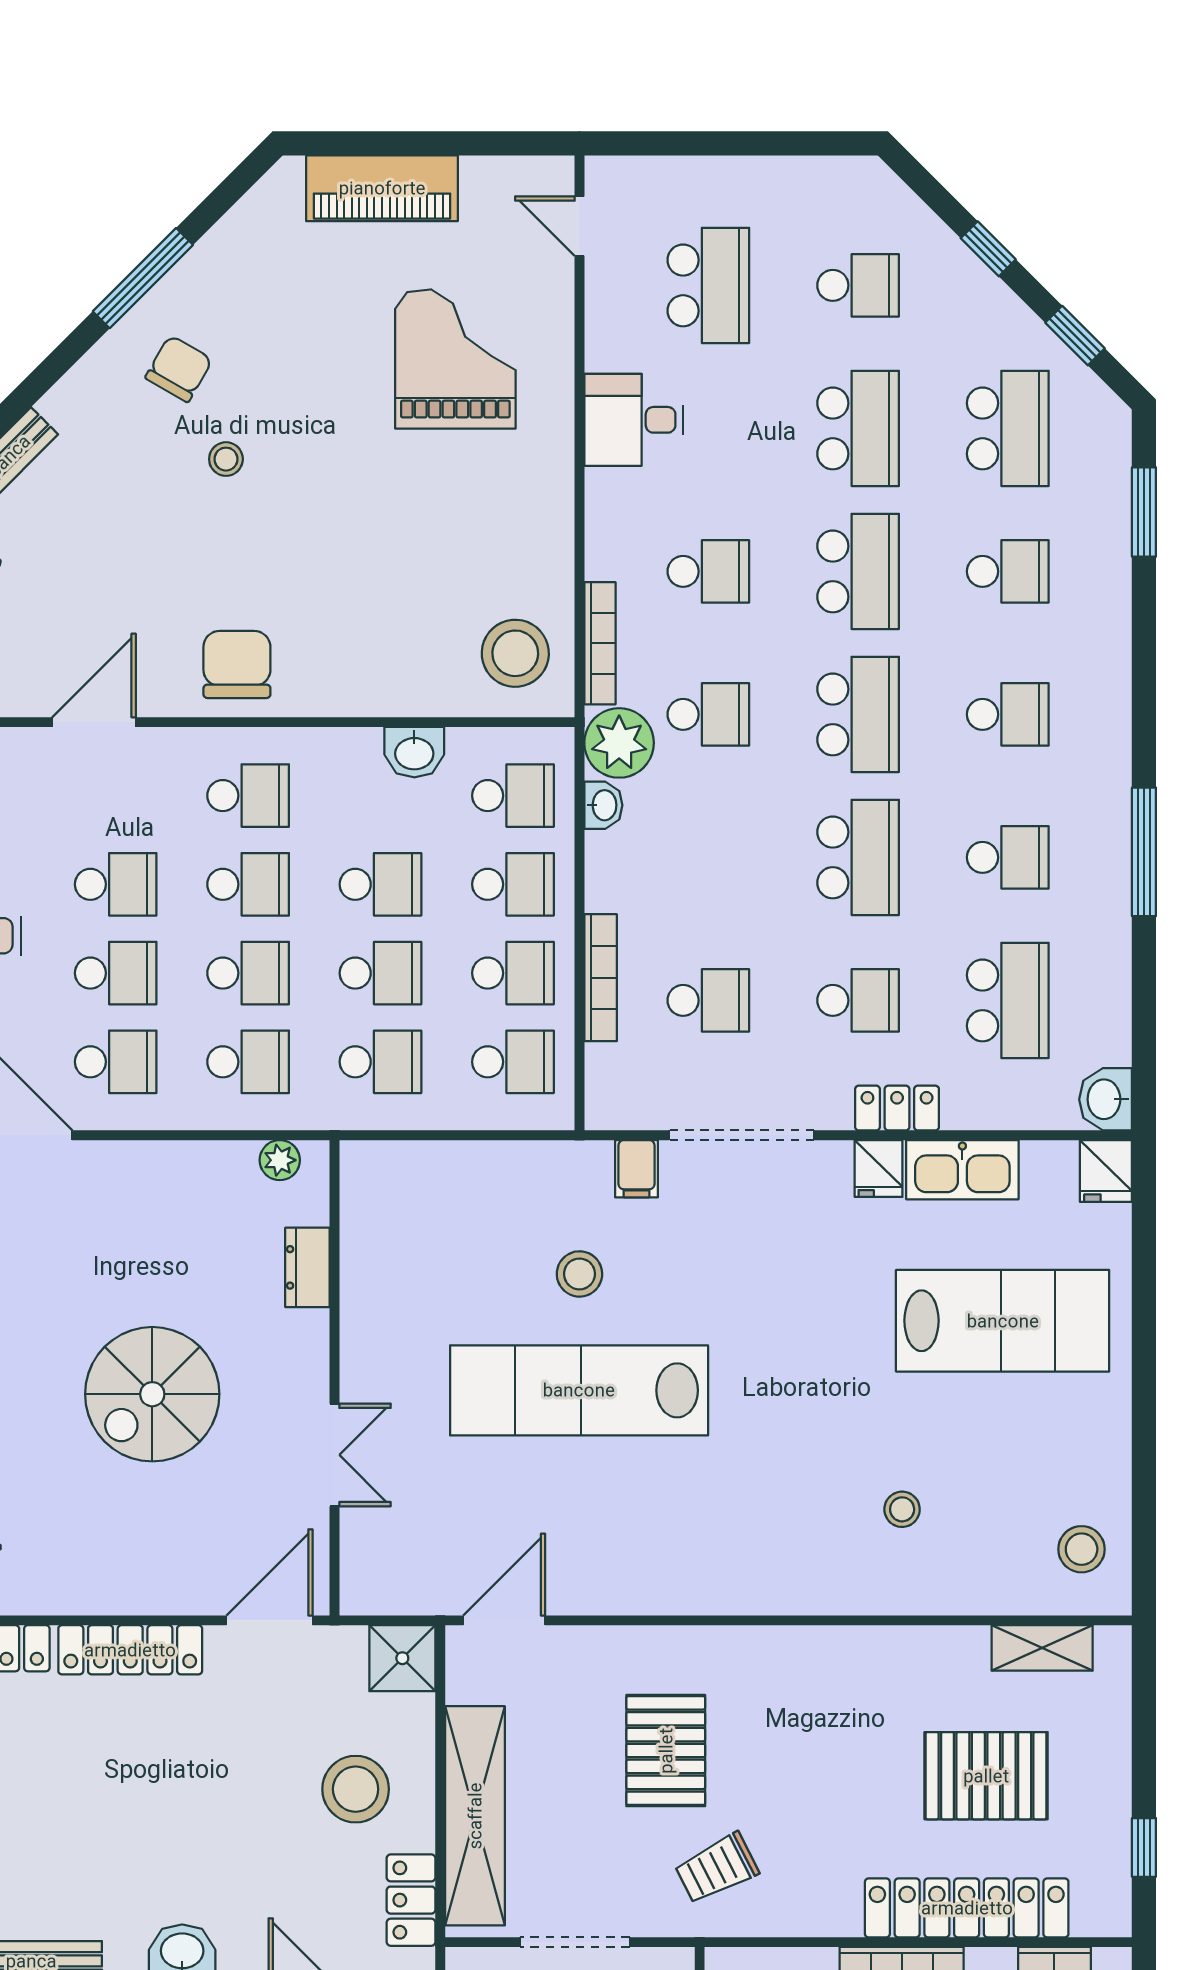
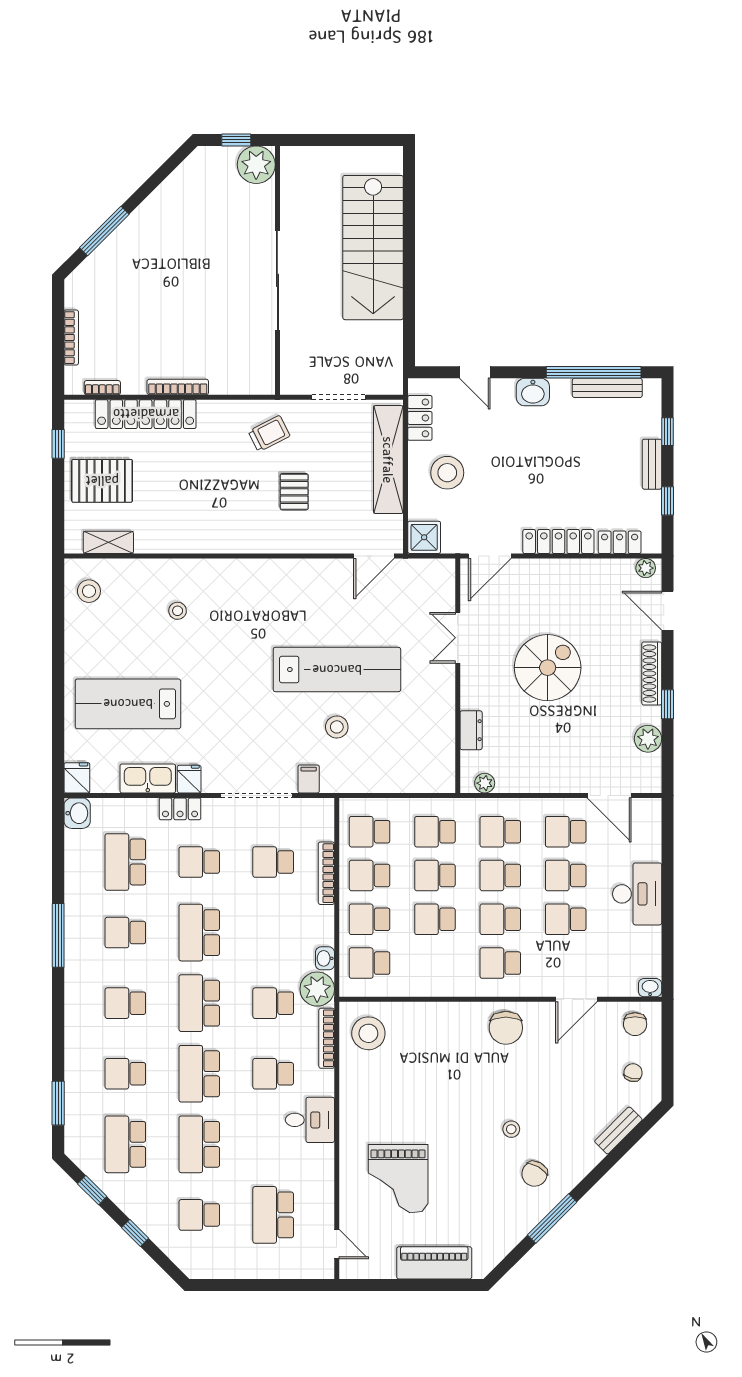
desk: (634, 420) -> (310, 1120), moved
washbasin: (414, 752) -> (418, 985), removed
pallet: (666, 1751) -> (294, 492), width x0.67, depth x0.71
pallet: (986, 1776) -> (102, 481), moved

